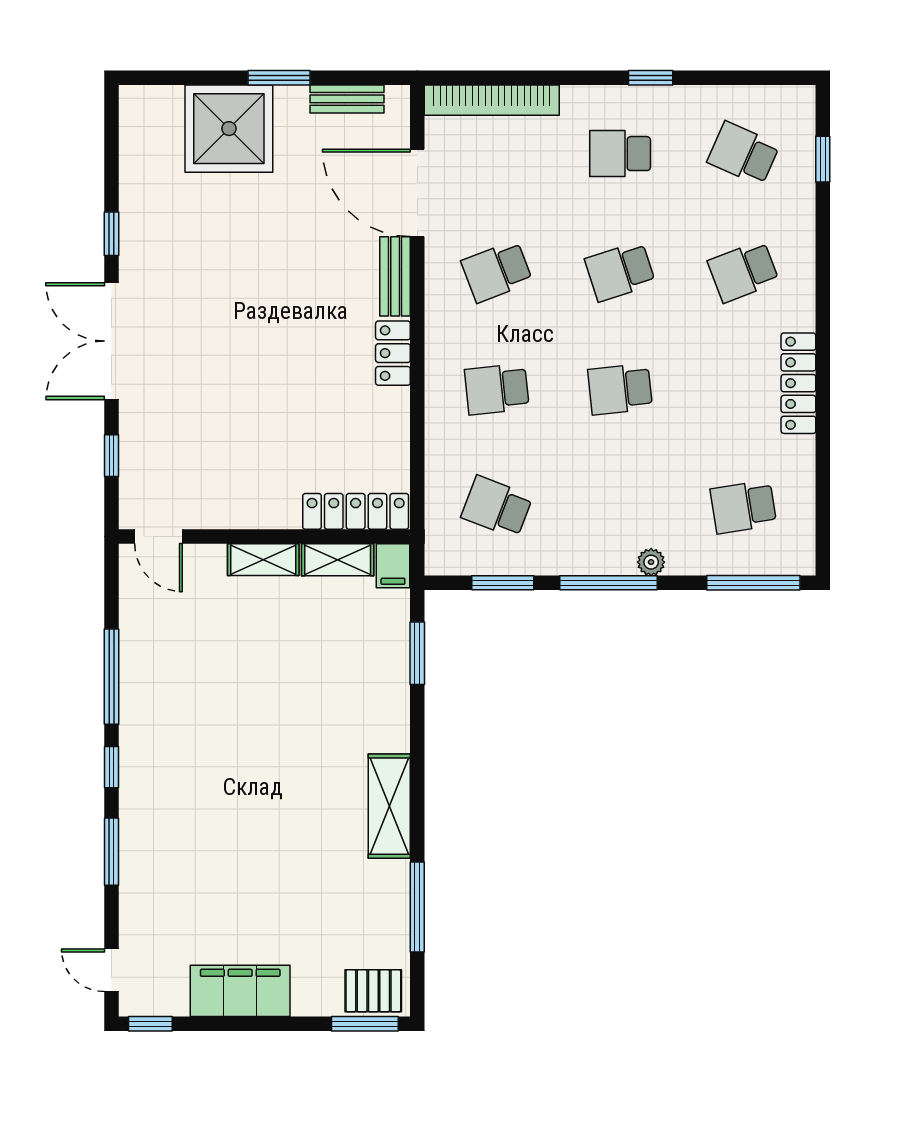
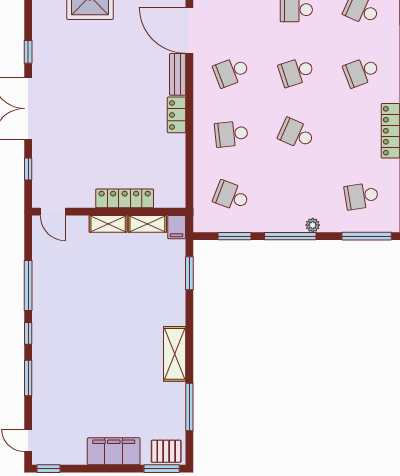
school desk: (620, 389) -> (296, 134), turned 30
locker: (356, 511) -> (125, 198), moved
filing cabinet: (240, 991) -> (114, 451), moved

